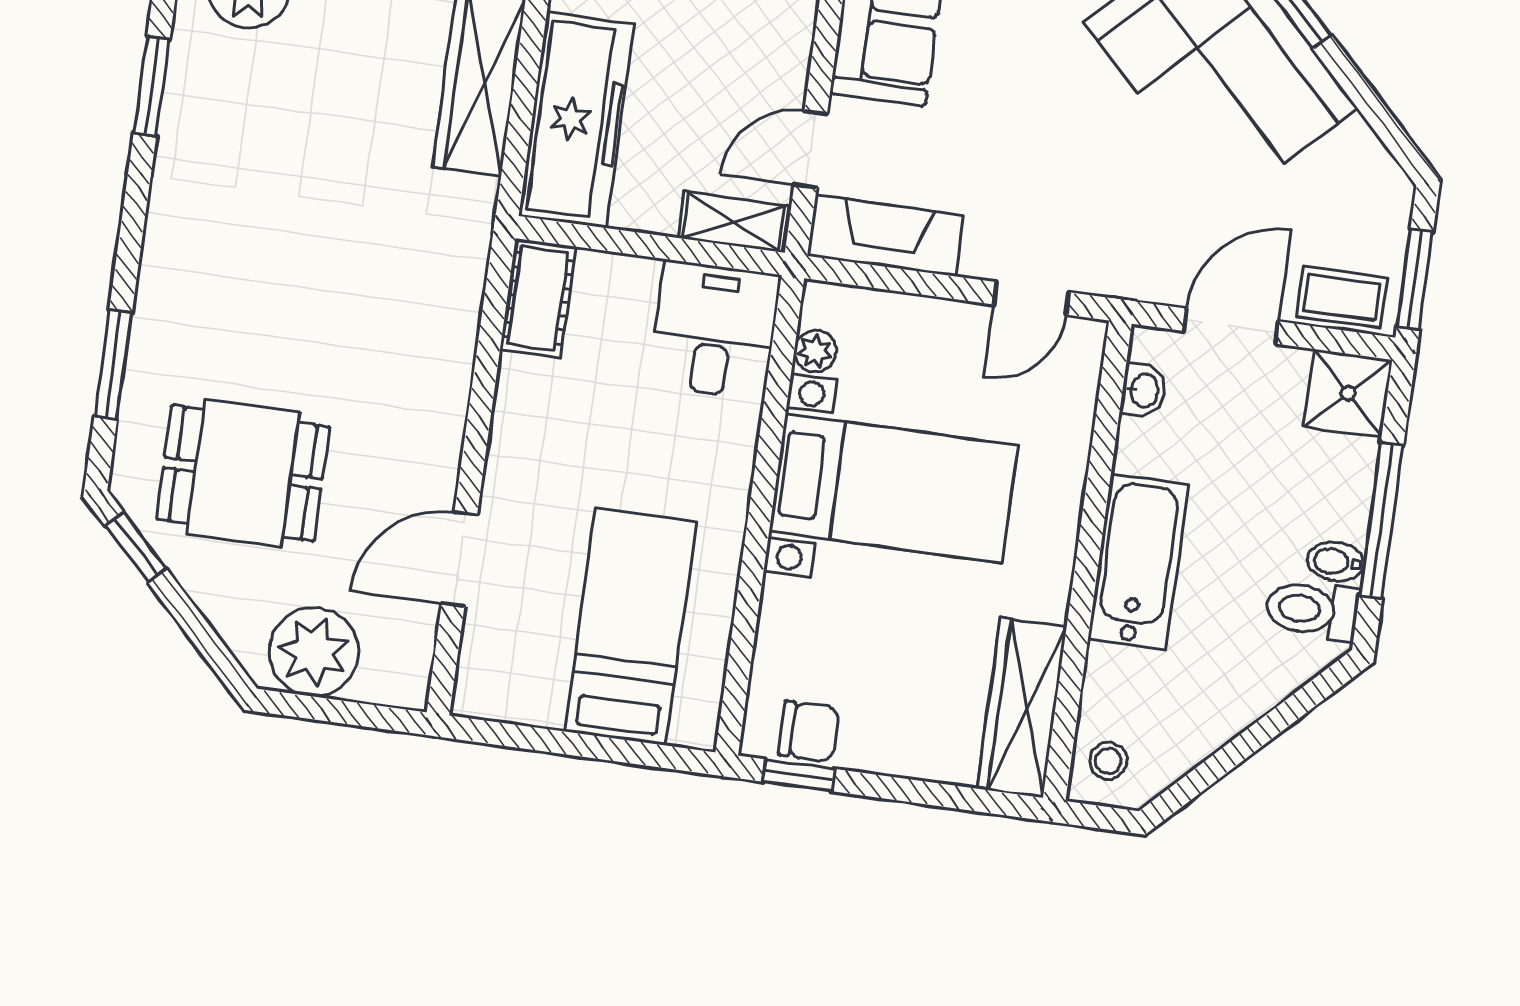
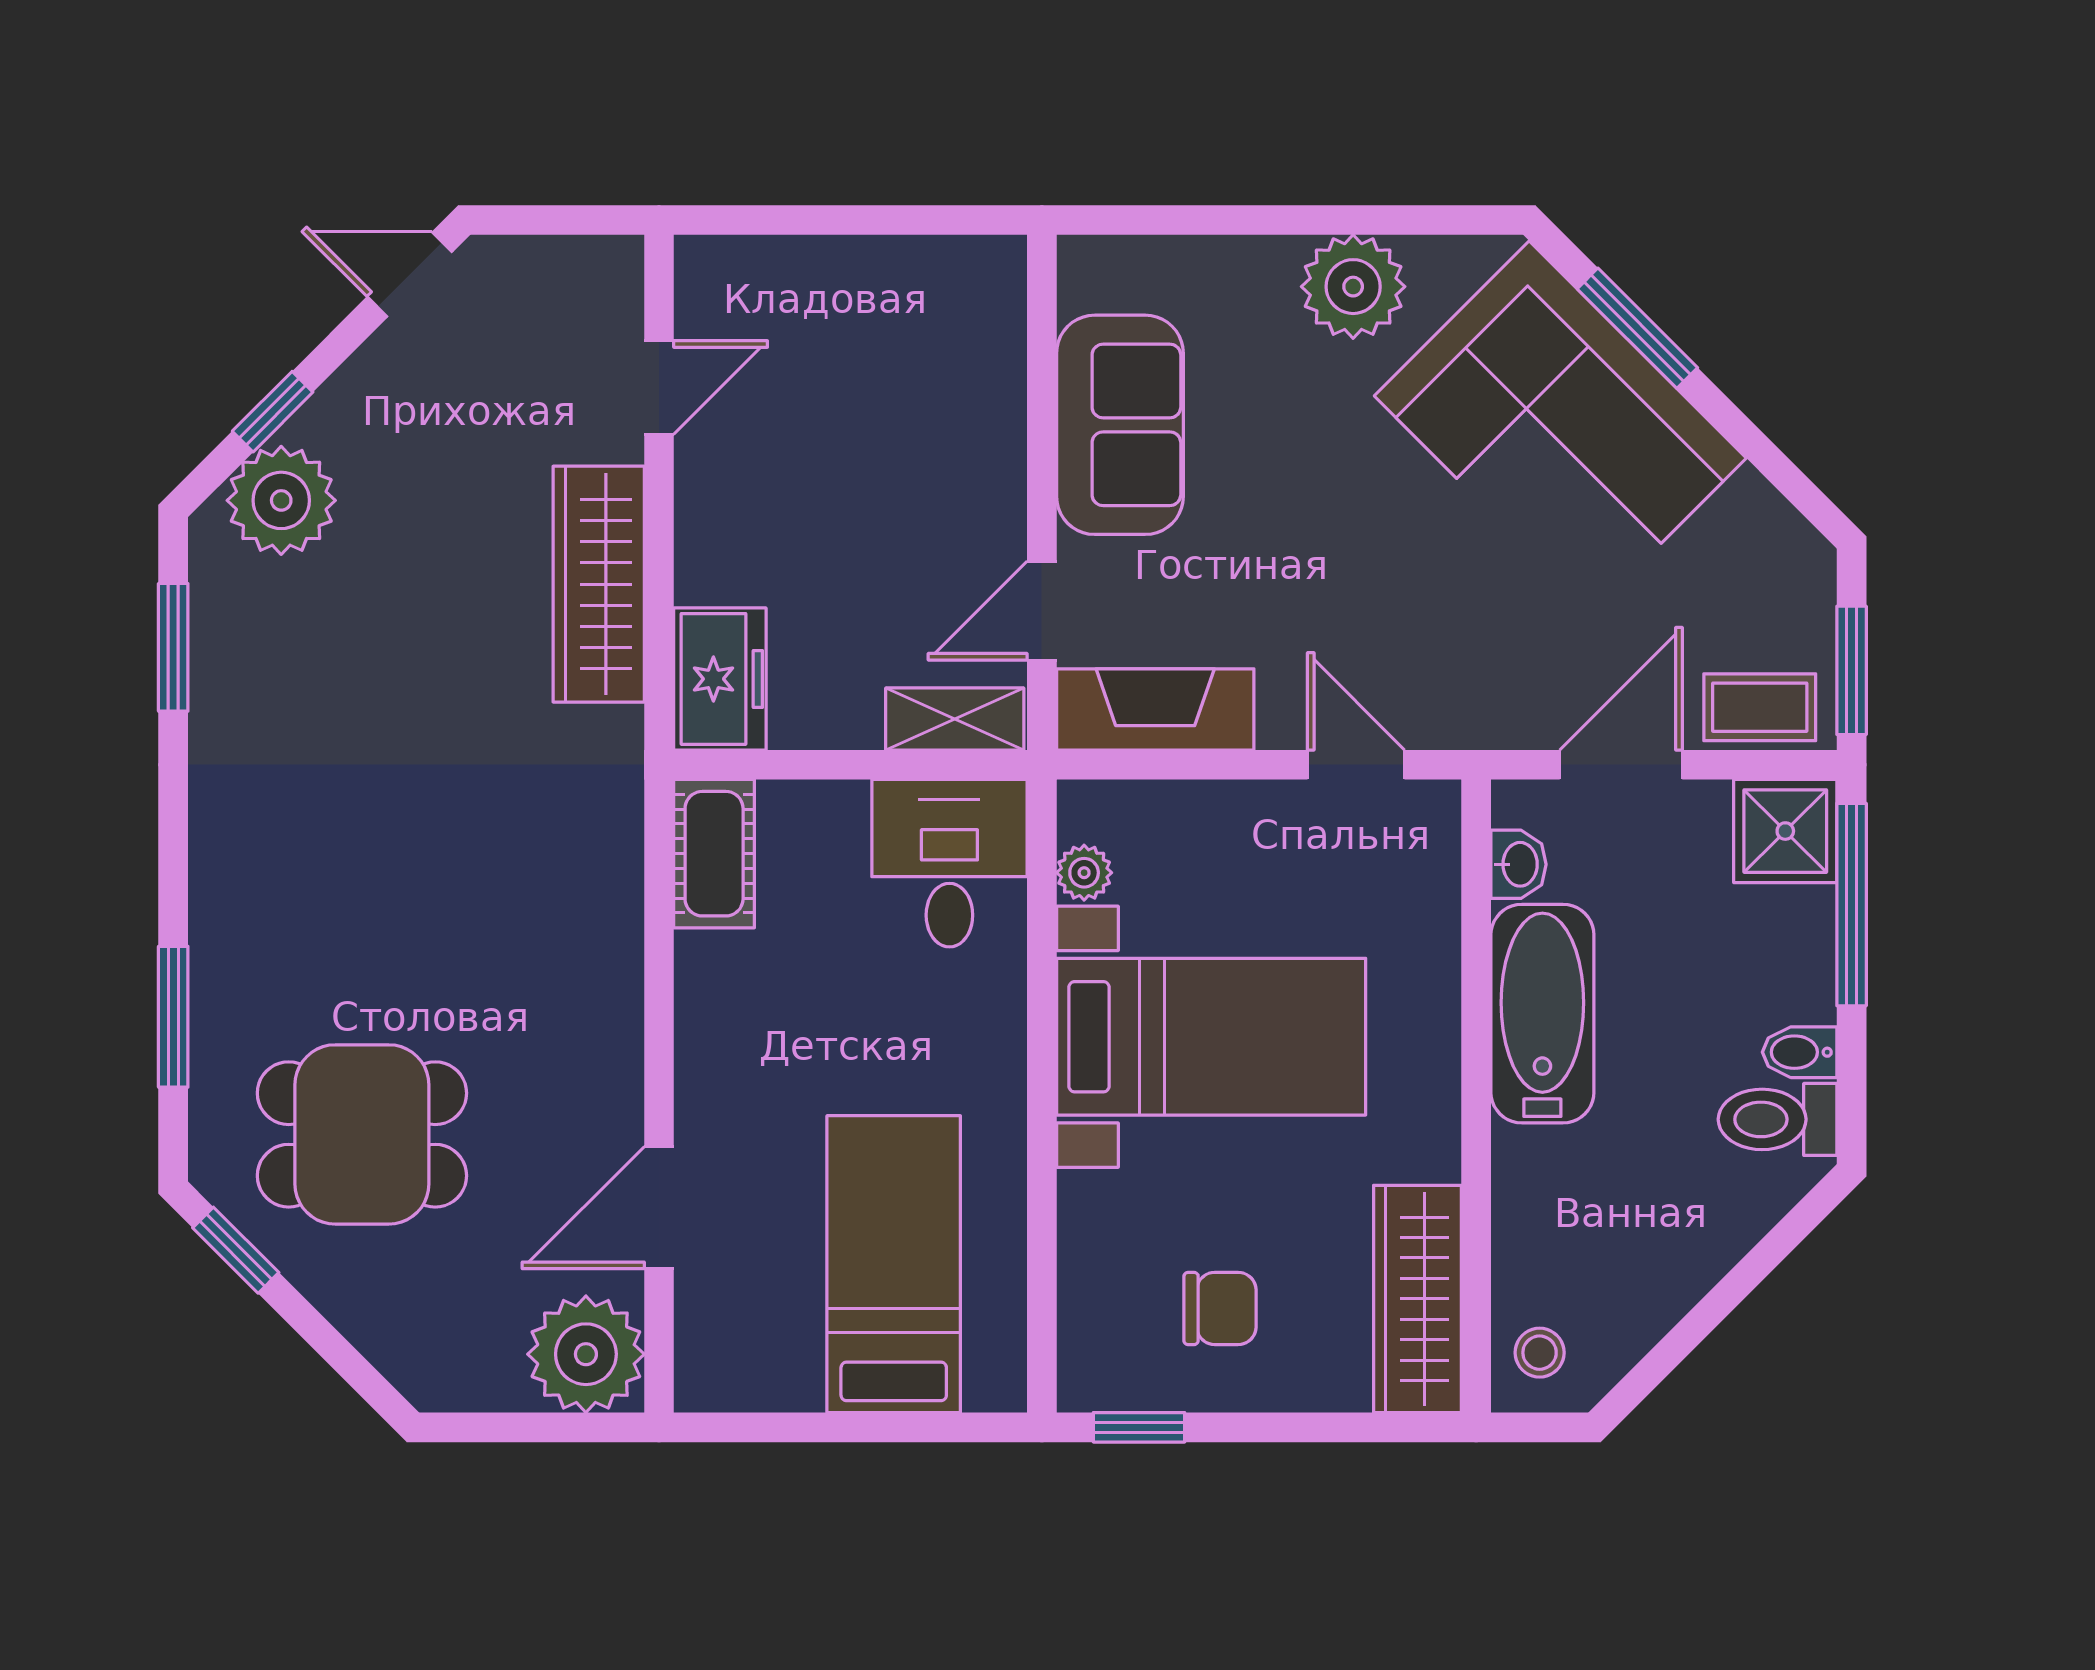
freezer: (577, 120) -> (720, 679), width x0.52, depth x0.79
door: (1031, 298) -> (1356, 765), swing flipped
window: (1381, 520) -> (1852, 905), moved
bathtub: (1138, 562) -> (1542, 1014), moved
plant: (314, 652) -> (586, 1354), moved
chair: (809, 731) -> (1220, 1308), moved

